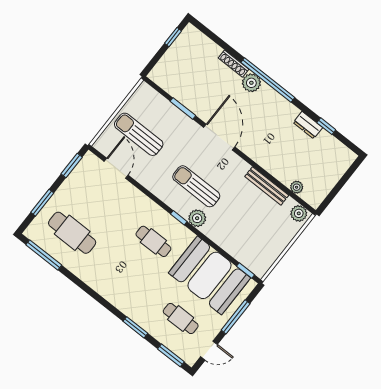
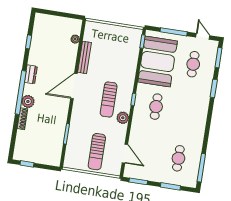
dresser: (308, 125) -> (31, 74), moved
door: (219, 137) -> (74, 86), moved
door: (116, 168) -> (125, 154), swing flipped
plant: (299, 213) -> (90, 29), removed
plant: (197, 218) -> (123, 118), moved
cafe table: (72, 233) -> (178, 158), width x0.73, depth x0.74

